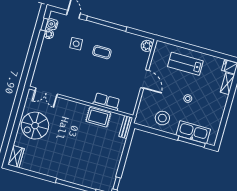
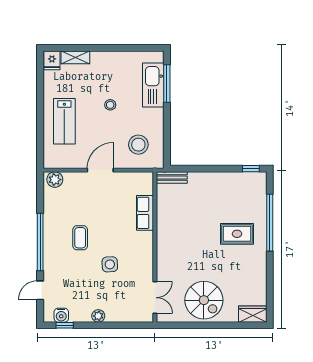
plant: (49, 34) -> (98, 316), moved
side table: (76, 44) -> (110, 264), moved
rug: (98, 117) -> (237, 234), moved, turned 90
stool: (162, 118) -> (138, 145), moved

